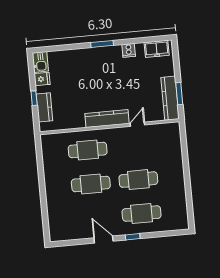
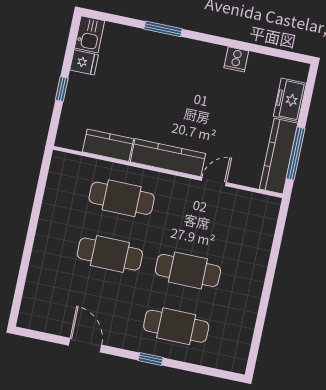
window: (102, 44) -> (163, 29), moved
freezer: (157, 49) -> (290, 100), moved, turned 90
window: (179, 94) -> (296, 154), width x1.44
kitchen counter: (44, 107) -> (108, 145), moved, turned -90
door: (103, 239) -> (85, 345), moved

